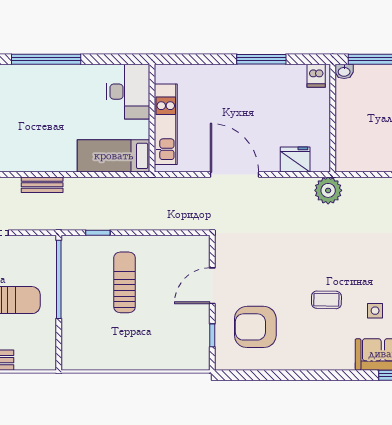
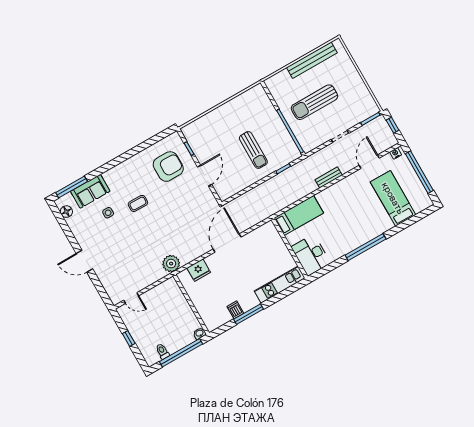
dishwasher: (316, 76) -> (235, 310), moved
kitchen unit: (166, 124) -> (280, 285), moved, turned 90
door: (234, 174) -> (227, 243), swing flipped

